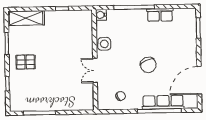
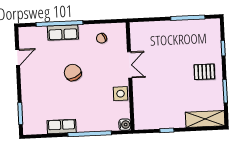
door: (199, 80) -> (18, 57), width x0.53
row of seats: (163, 102) -> (63, 32), width x0.68

